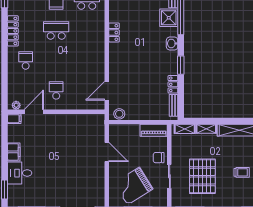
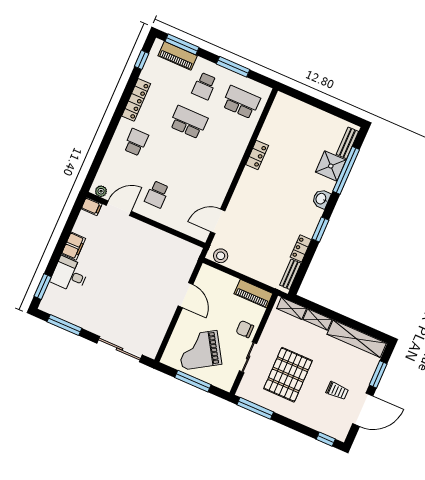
school desk: (56, 90) -> (157, 194), turned 180

